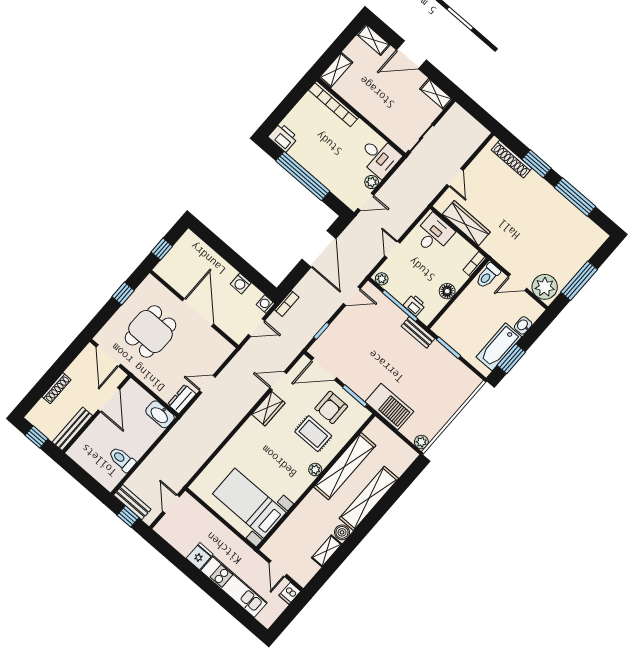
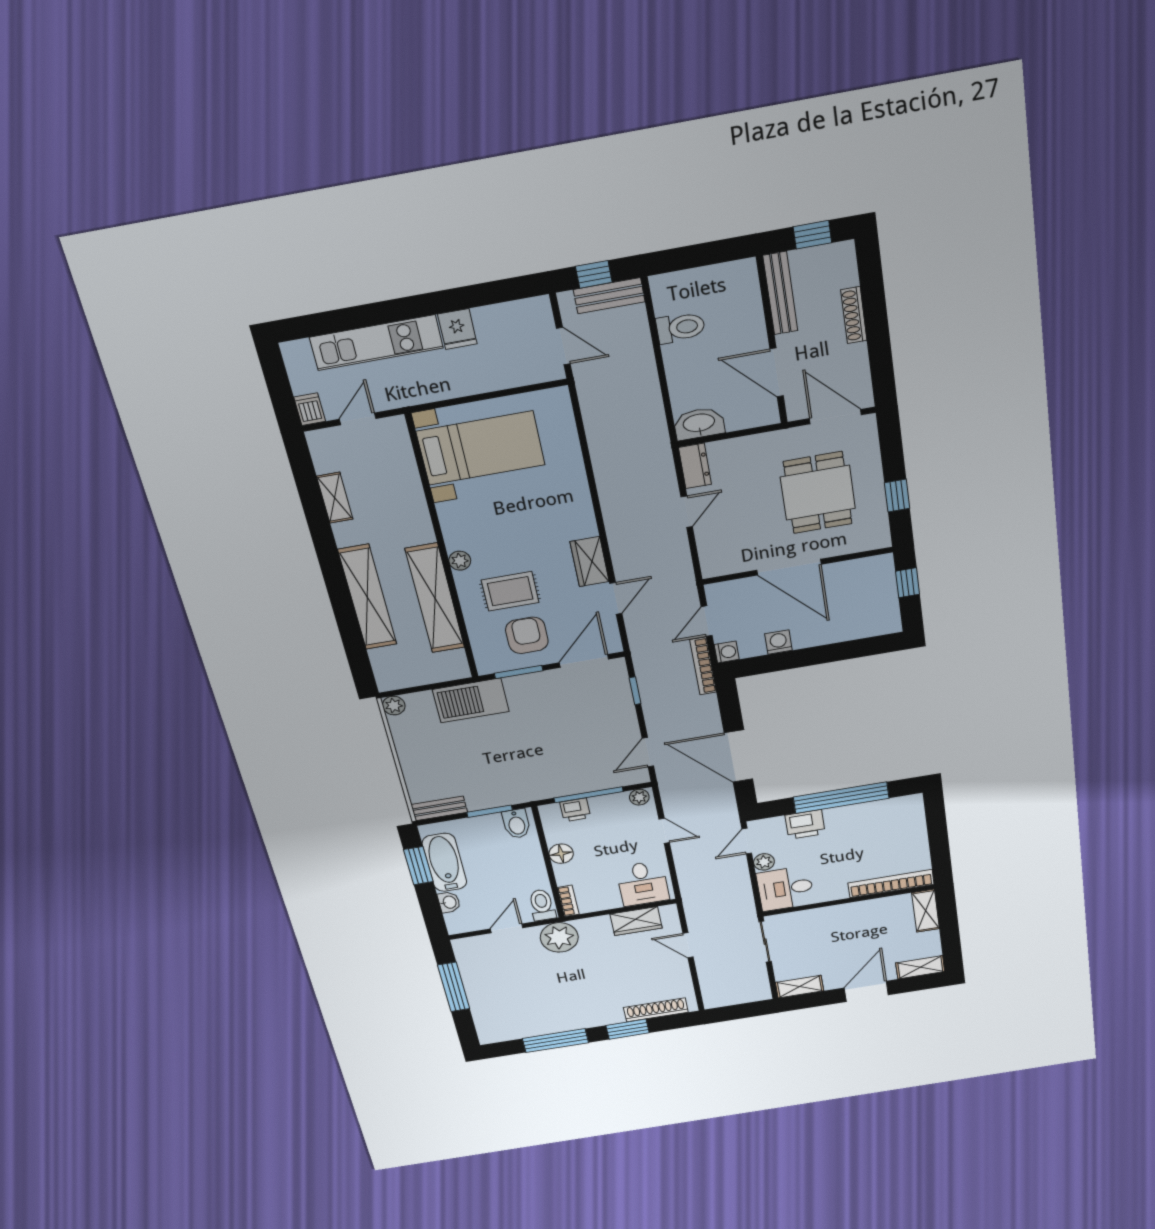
printer: (283, 137) -> (805, 824), moved
wardrobe: (466, 223) -> (636, 921), width x0.67
plant: (545, 287) -> (559, 937), moved
bookcase: (287, 304) -> (703, 666), width x1.56
bidet: (446, 328) -> (516, 824), added
bench: (418, 332) -> (439, 808), moved
boiler: (342, 532) -> (346, 534), removed
door: (278, 569) -> (358, 419), hinge flipped

